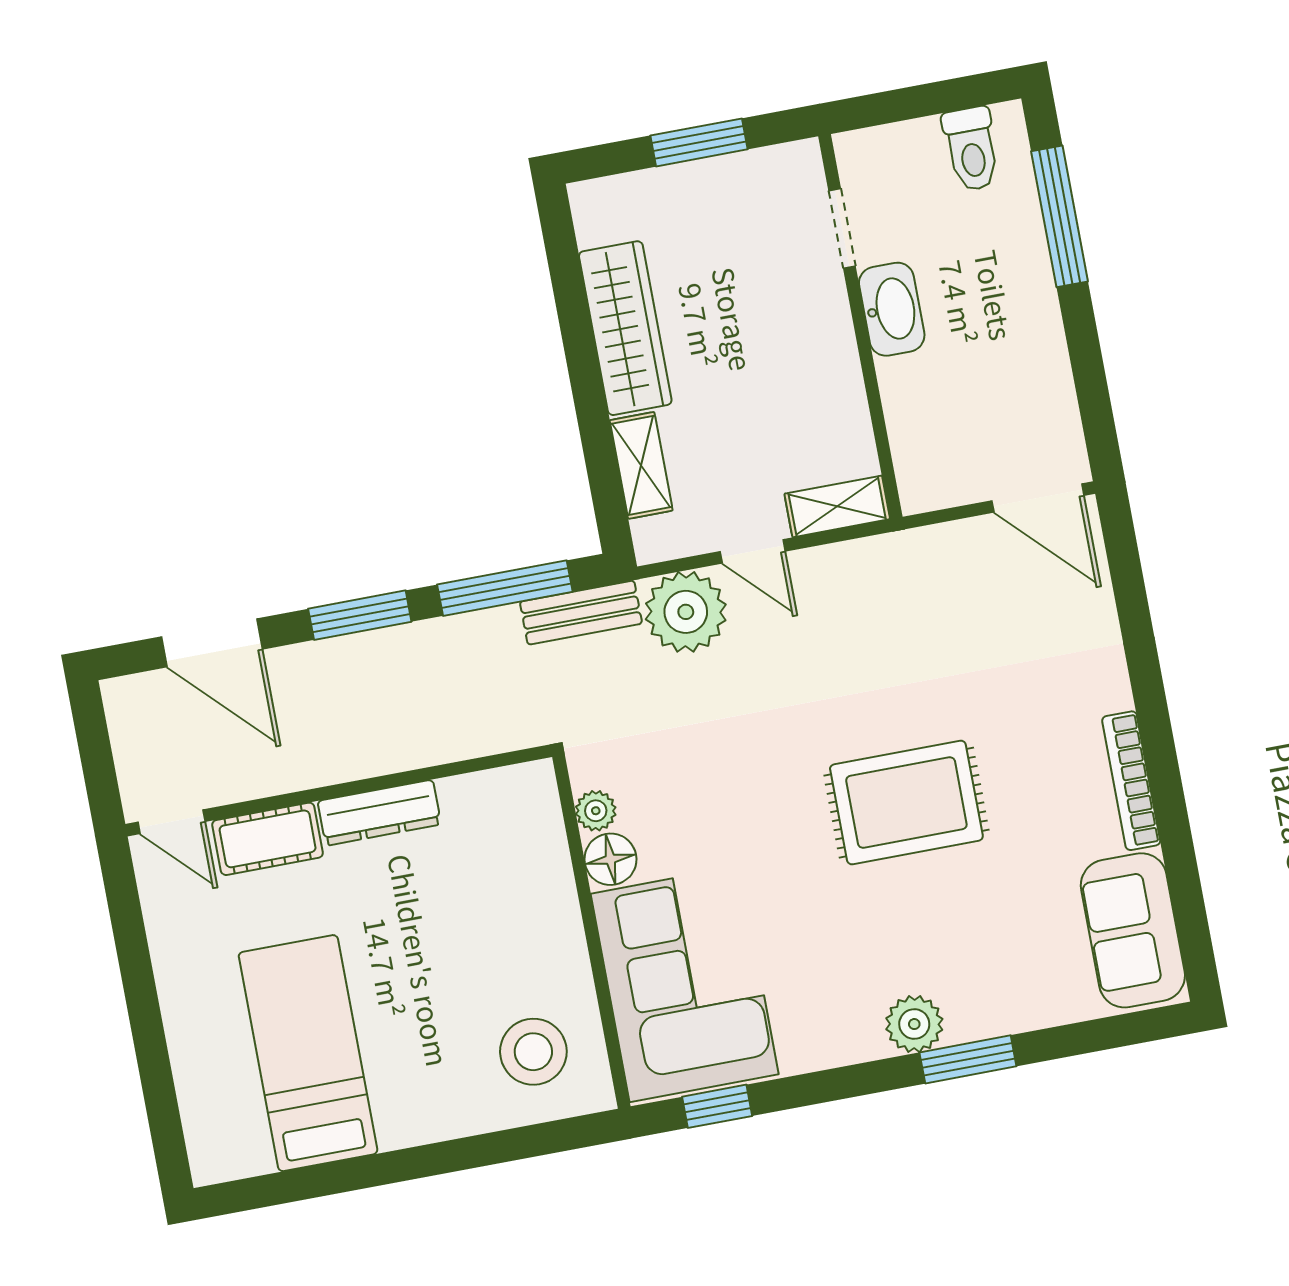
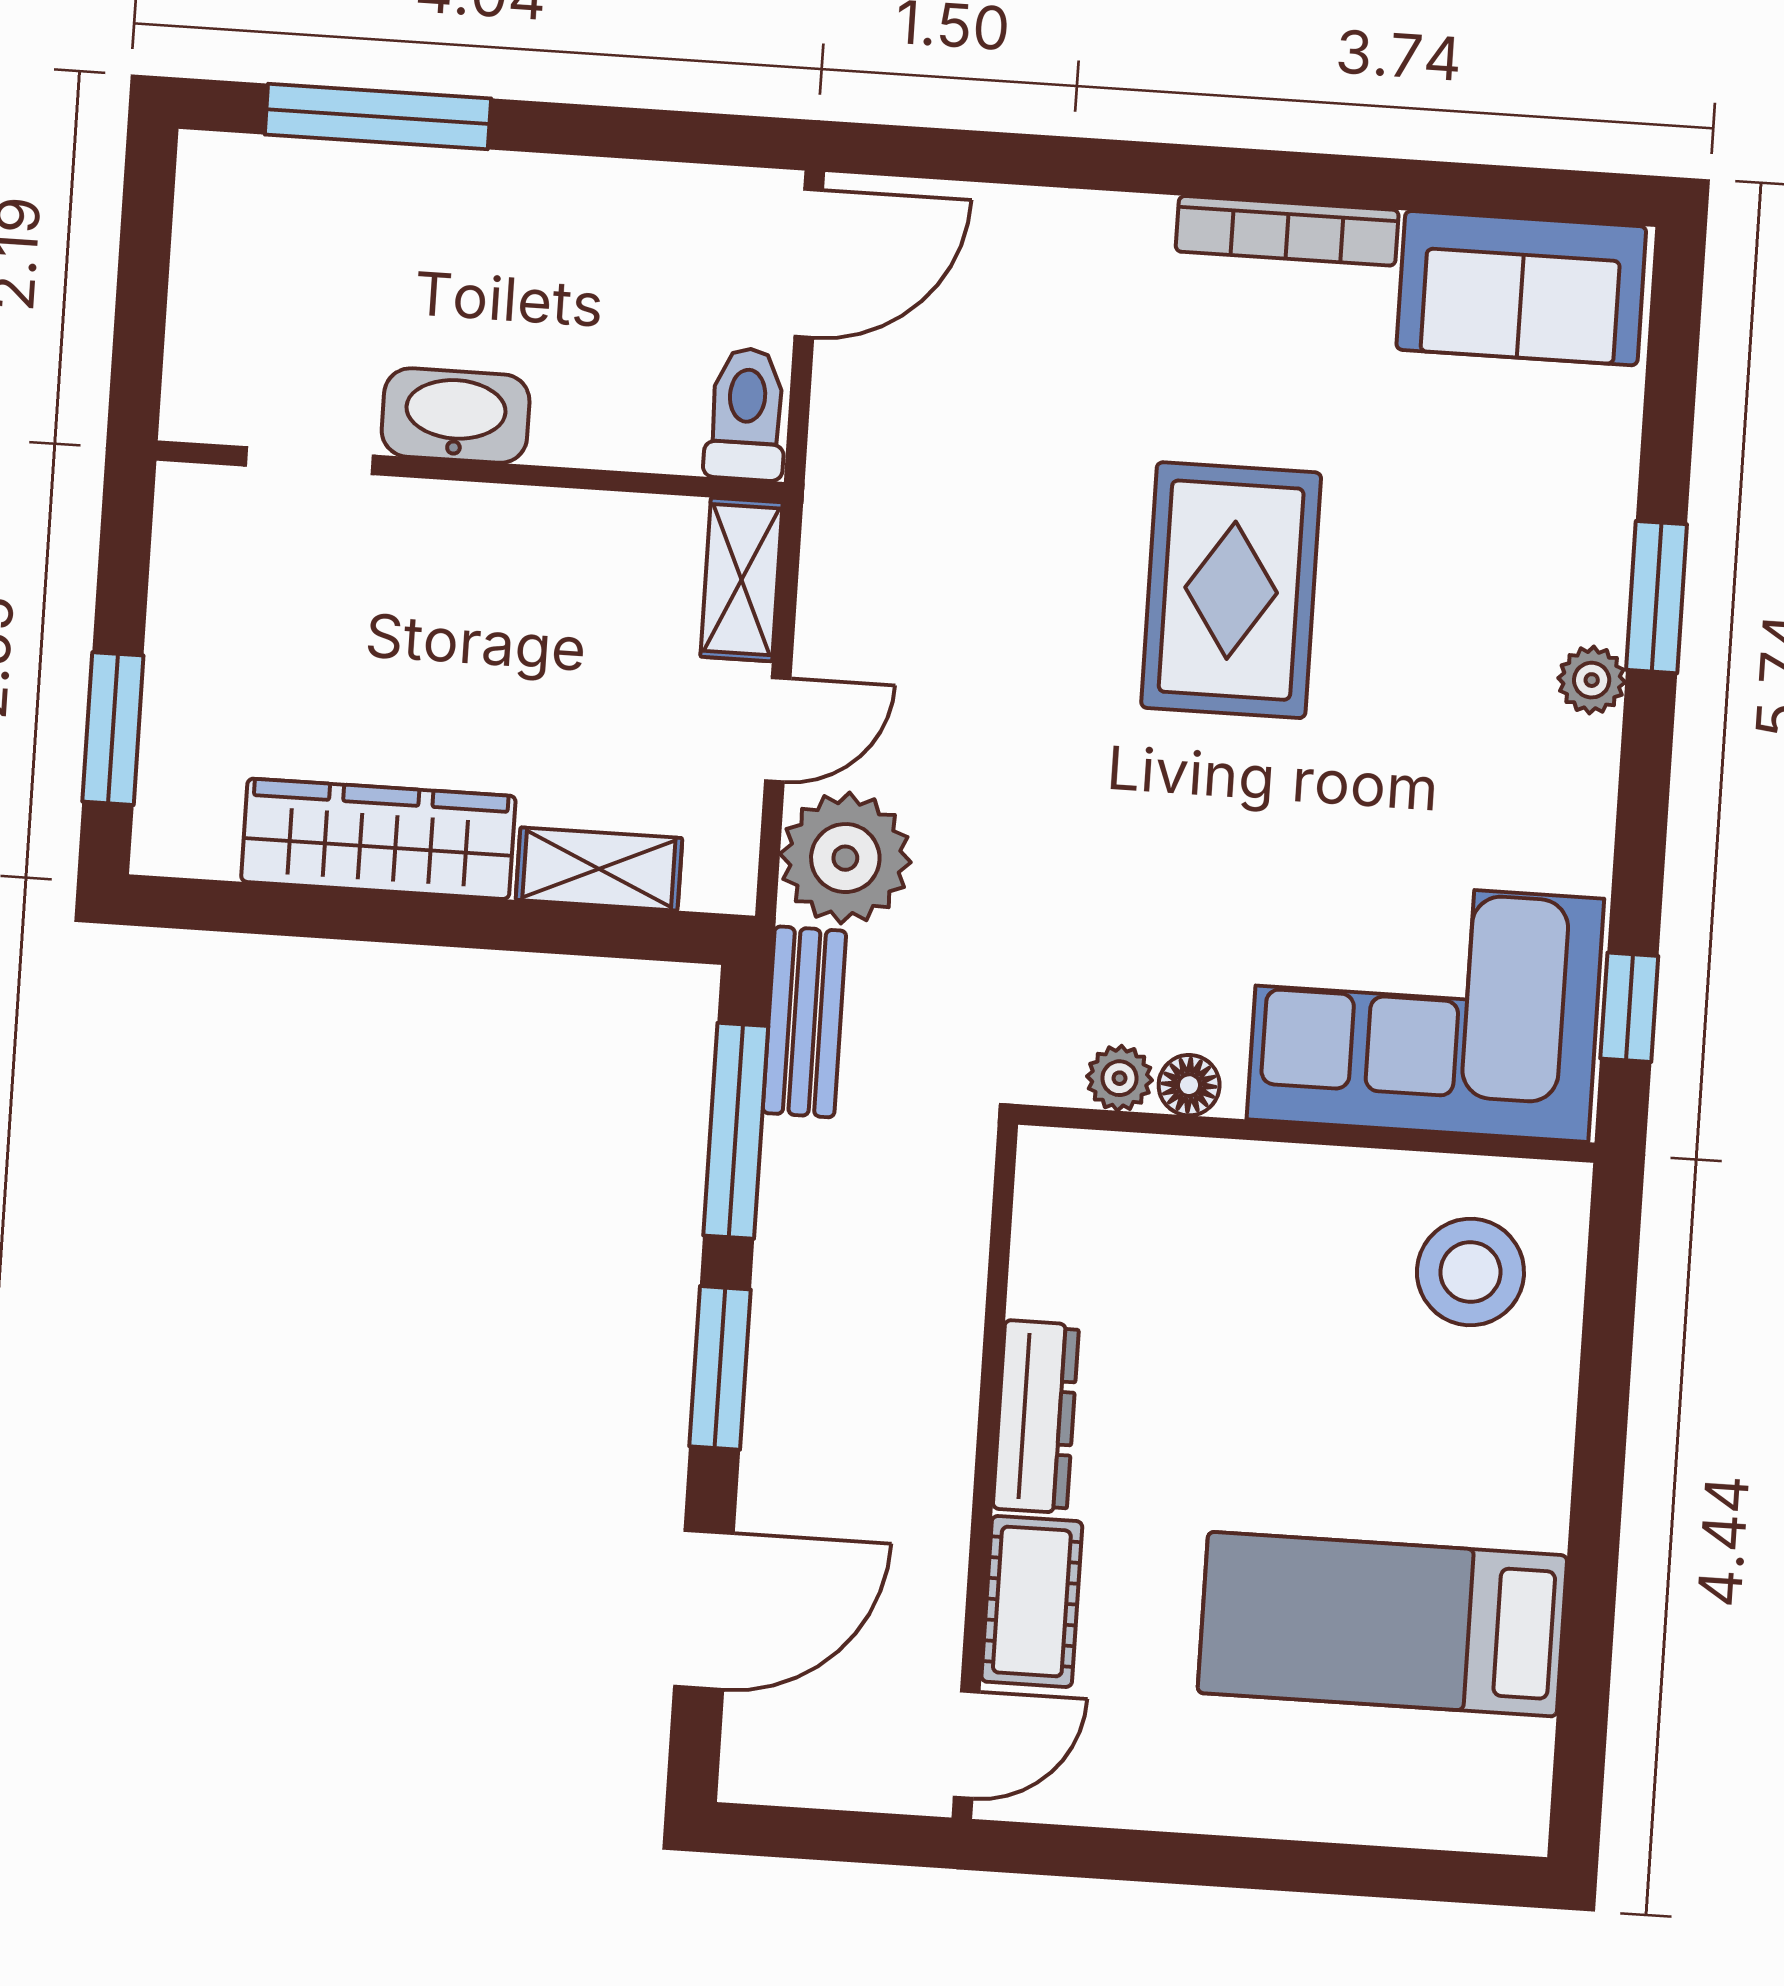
window: (699, 142) -> (113, 729), moved
toilet: (971, 149) -> (746, 414), moved, turned -90
floor lamp: (610, 859) -> (1189, 1085), width x0.73, depth x0.73
plant: (914, 1024) -> (1592, 680), width x0.73, depth x0.73

